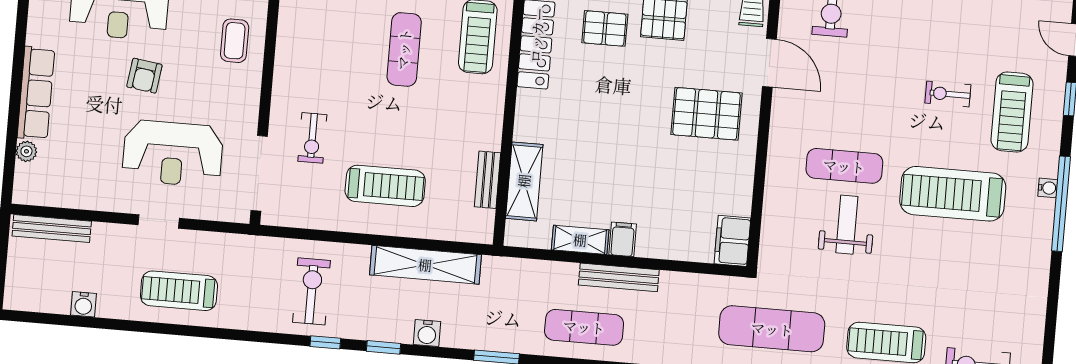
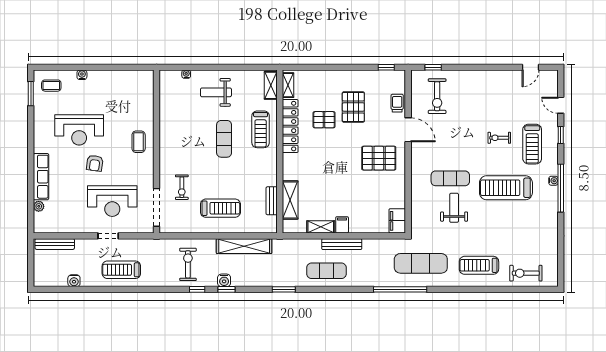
water cooler: (427, 333) -> (224, 280), moved

